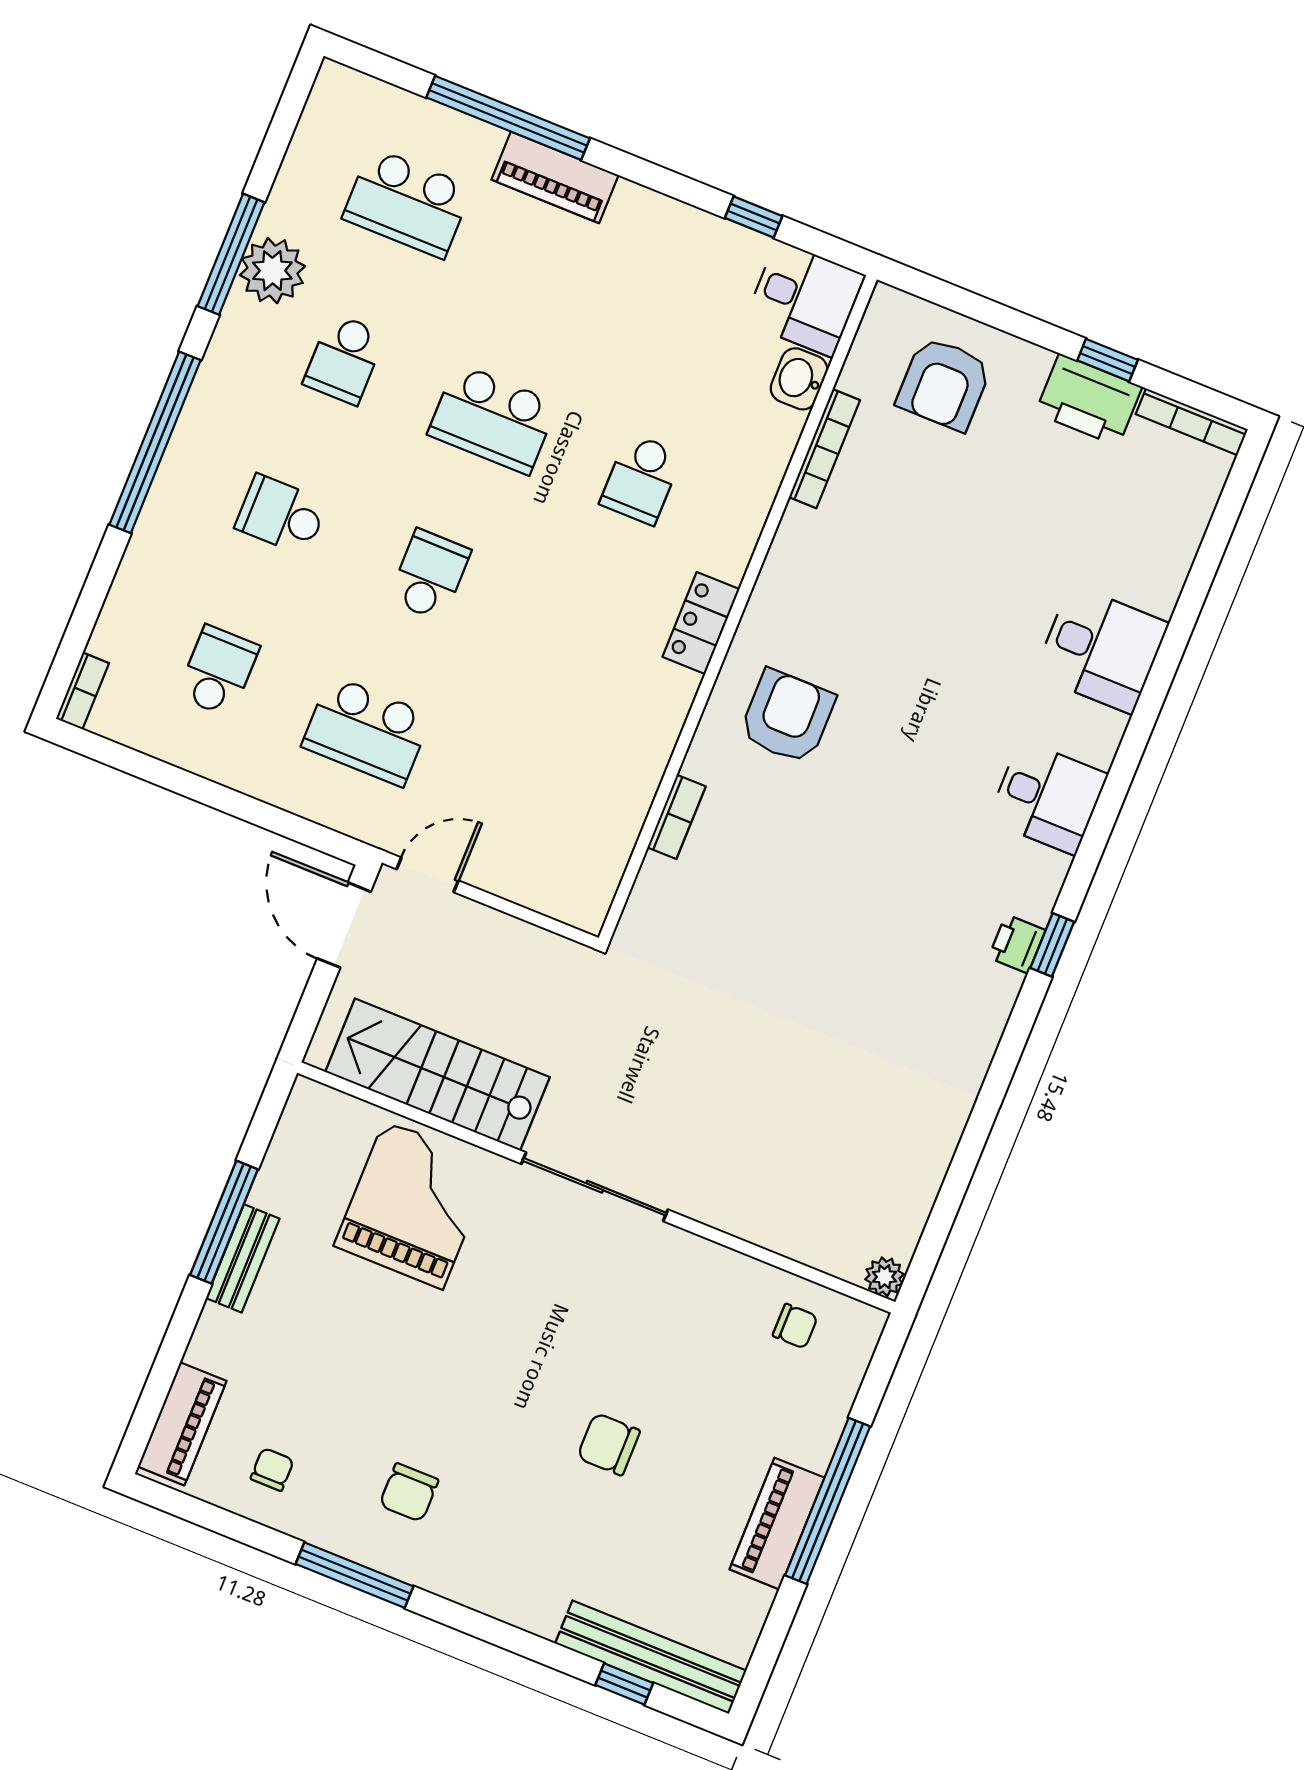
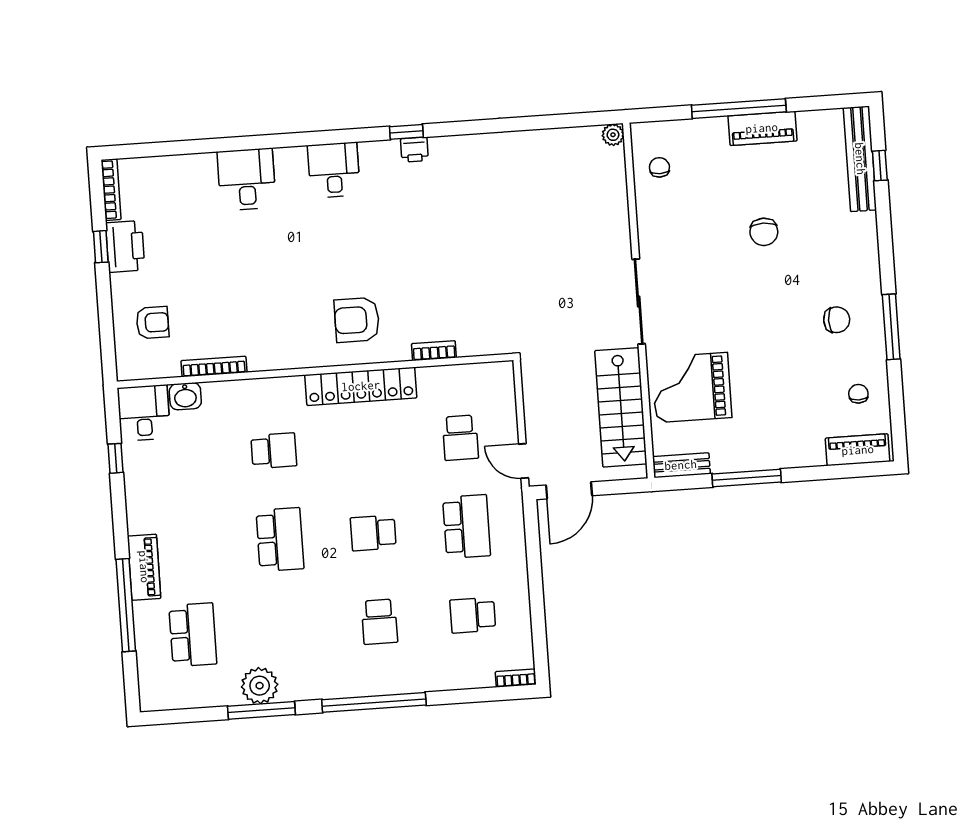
school desk: (344, 359) -> (460, 438), moved, turned 90
armchair: (944, 384) -> (152, 323), width x0.72, depth x0.72
locker: (701, 623) -> (361, 386), width x2.16, depth x1.21
bench: (243, 1258) -> (681, 465), moved
chair: (272, 1469) -> (858, 394), turned 90

